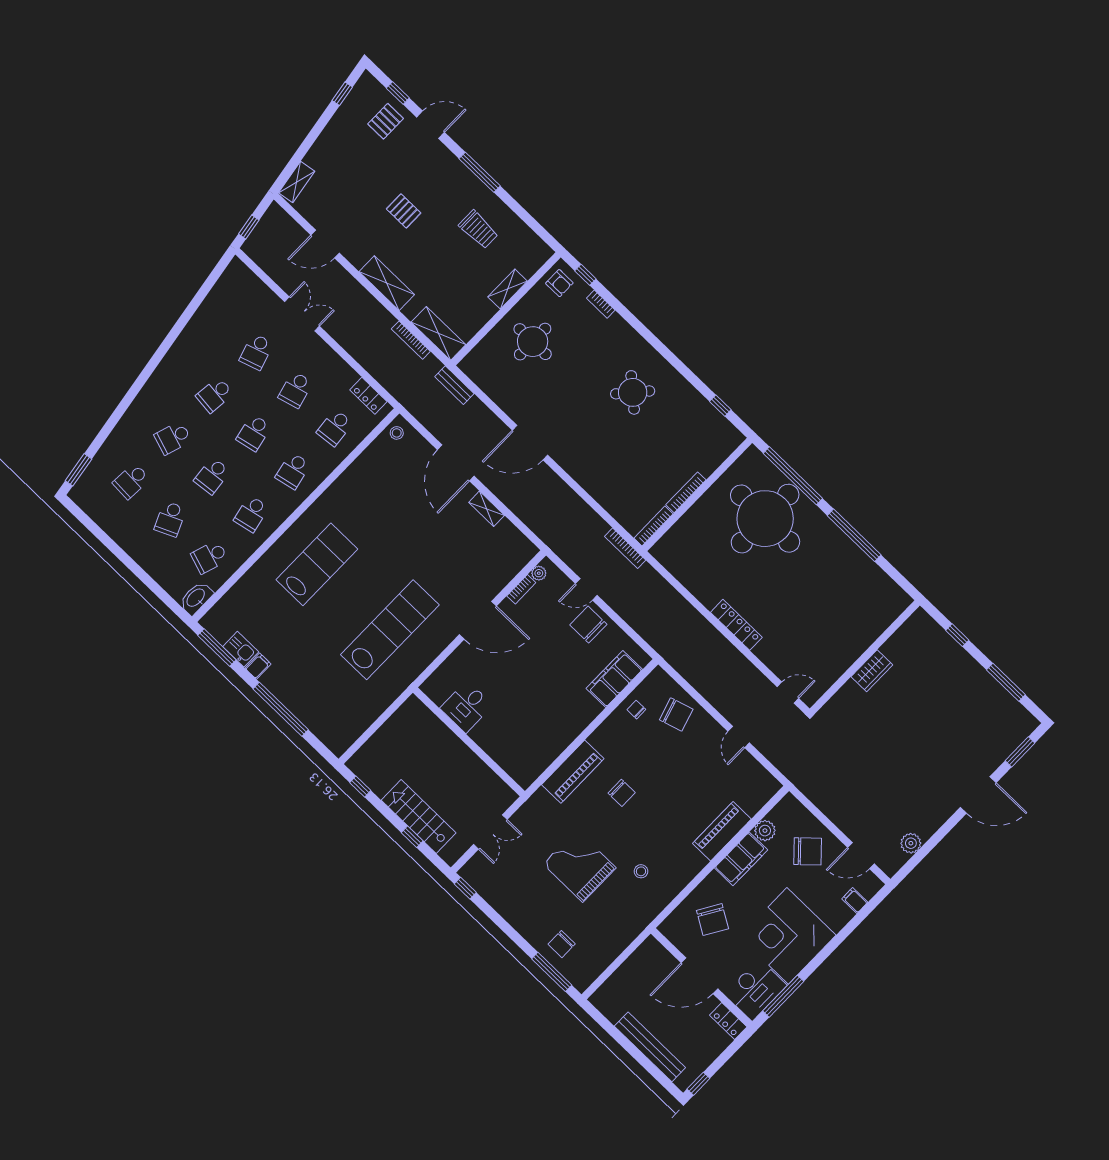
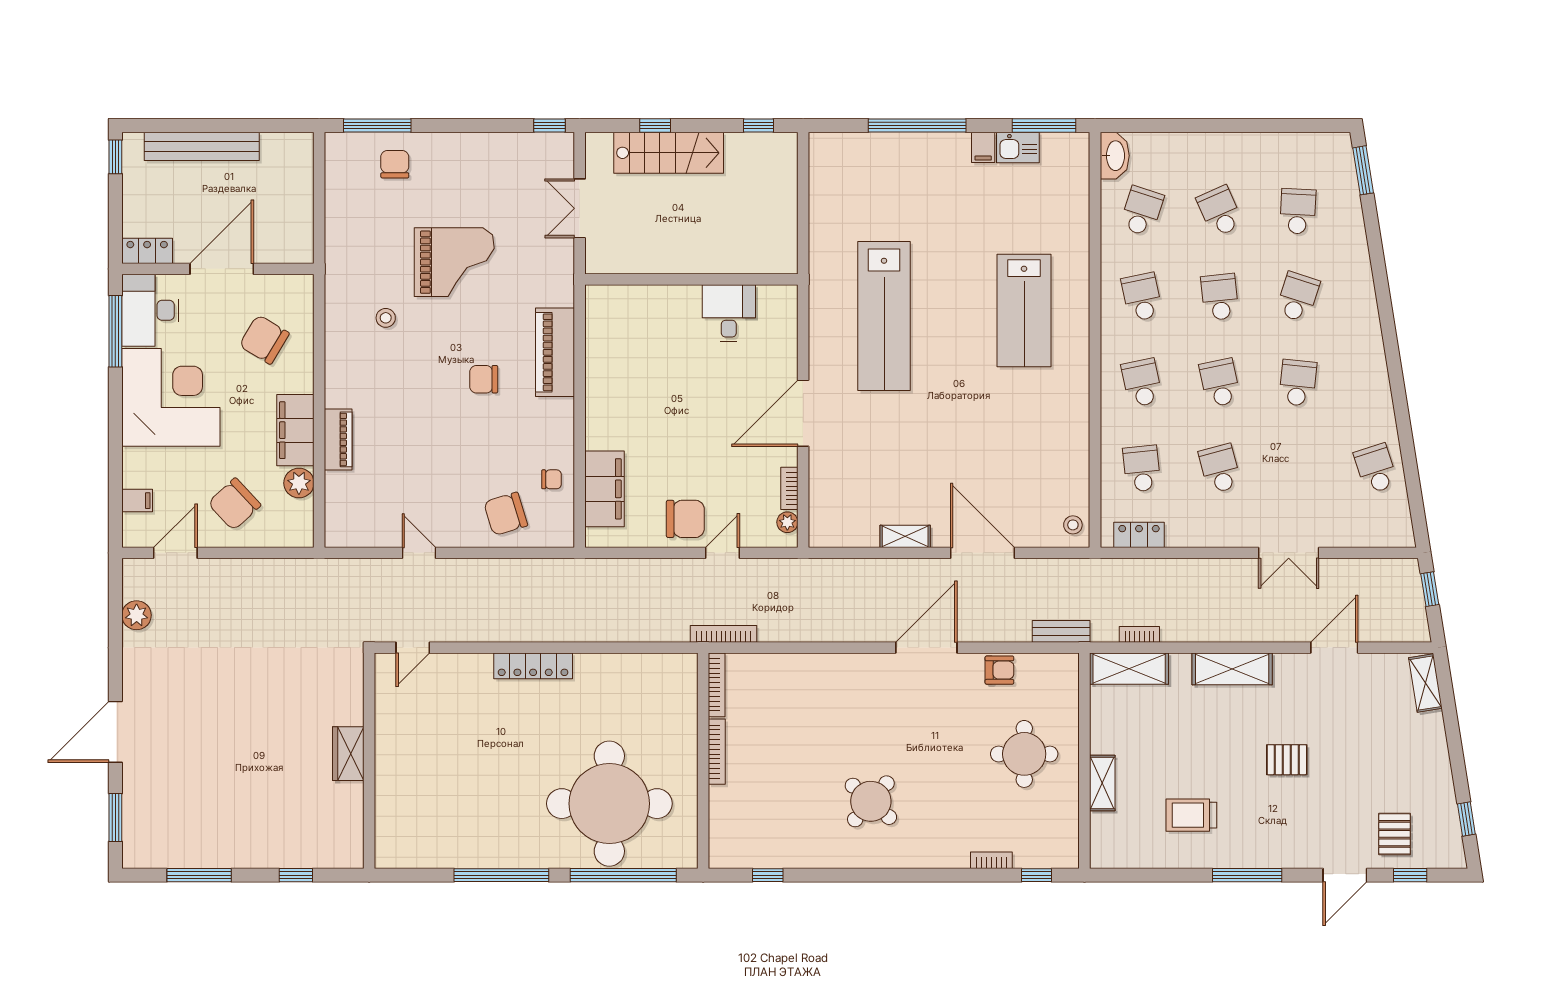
armchair: (559, 283) -> (999, 670), moved, turned 180
bookcase: (411, 340) -> (1139, 634), width x0.64
school desk: (256, 352) -> (1376, 469), moved
piano: (722, 831) -> (338, 439), width x0.73, depth x0.75

